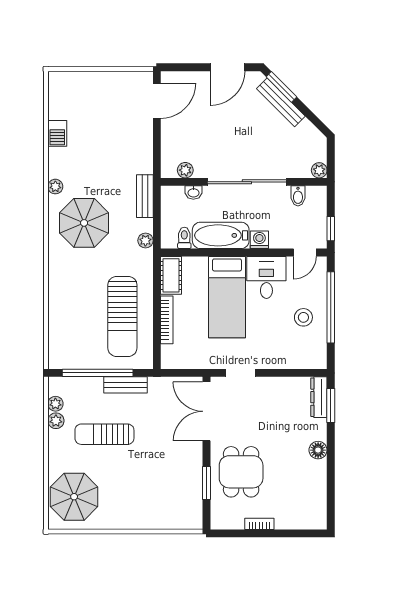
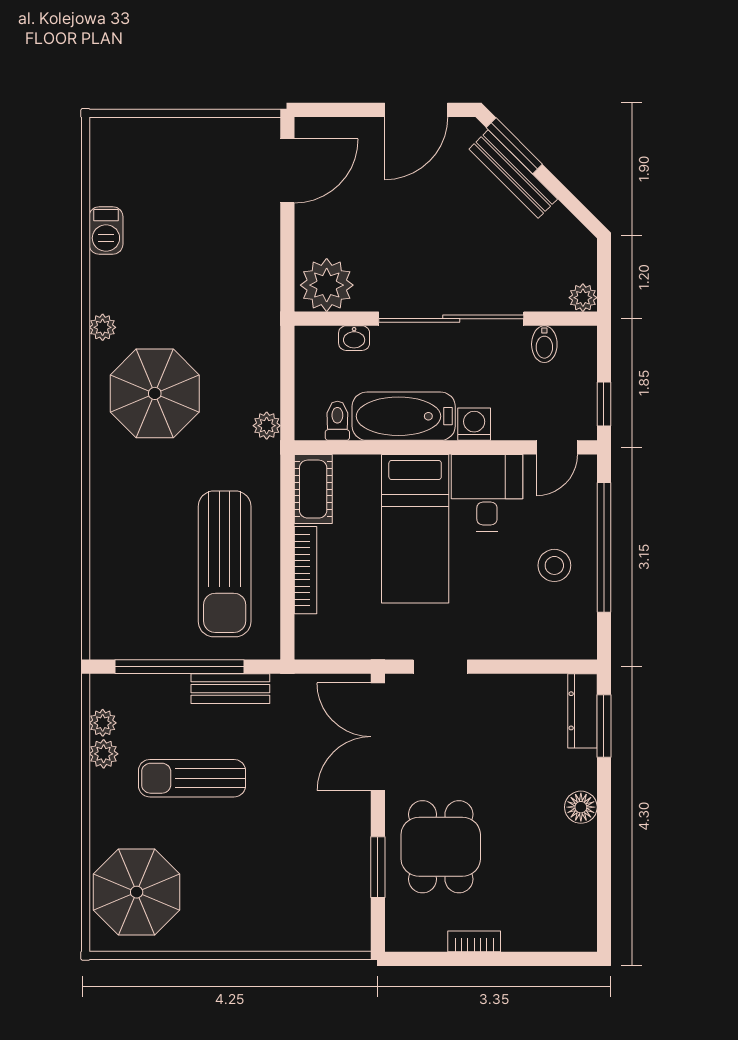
plant: (185, 170) -> (327, 285), width x1.88, depth x1.88
bench: (145, 196) -> (265, 345), removed

